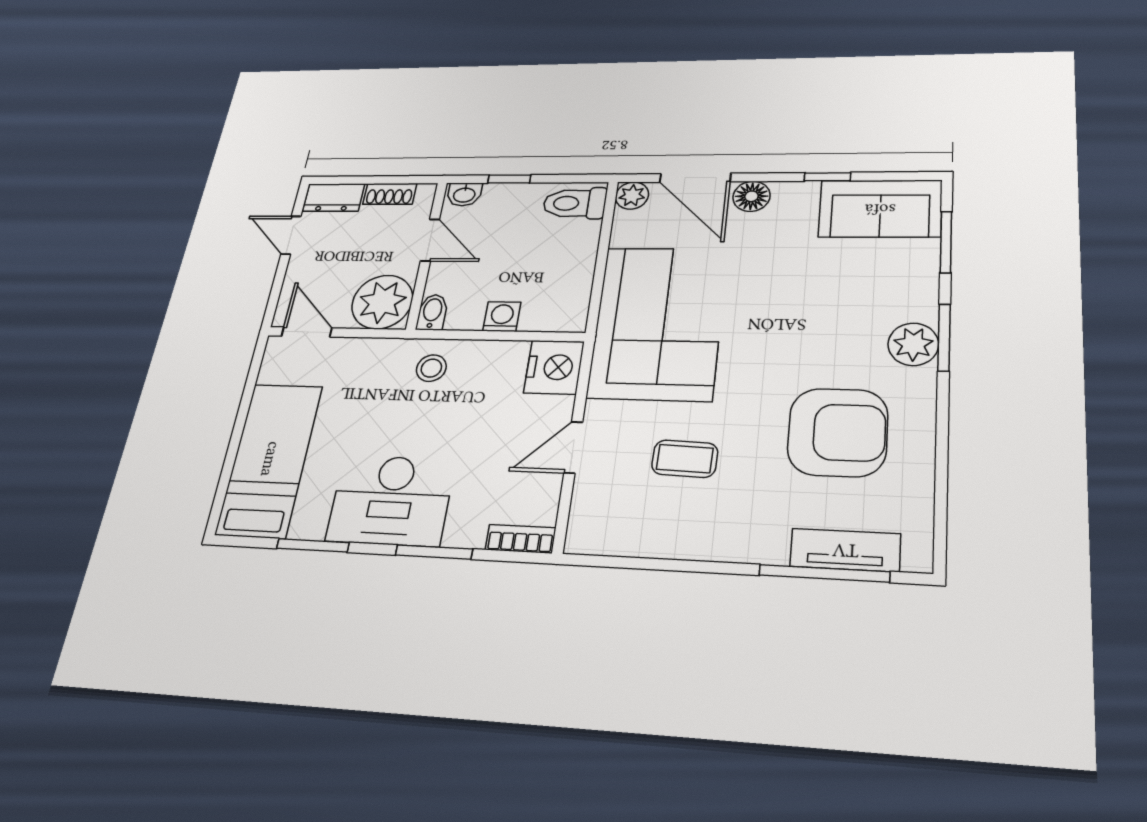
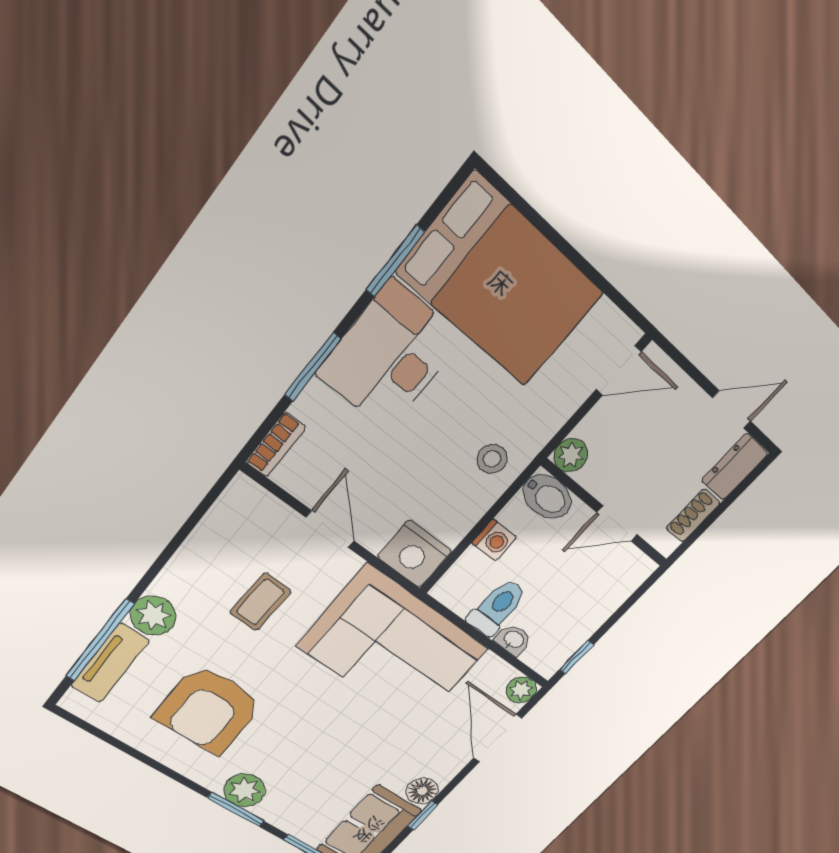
door: (695, 178) -> (498, 738), hinge flipped
window: (509, 179) -> (576, 657), moved
washbasin: (464, 194) -> (513, 640), moved, turned 90
floor lamp: (752, 196) -> (422, 791), moved
toilet: (575, 203) -> (497, 608), moved
plant: (382, 302) -> (571, 455), width x0.53, depth x0.53
bidet: (432, 312) -> (547, 497), width x1.38, depth x1.36
bed: (270, 459) -> (501, 283), width x1.50
plant: (762, 541) -> (153, 616), added

